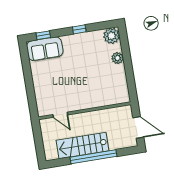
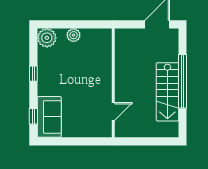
wall: (85, 111) -> (113, 83), moved
door: (60, 115) -> (113, 112), moved

